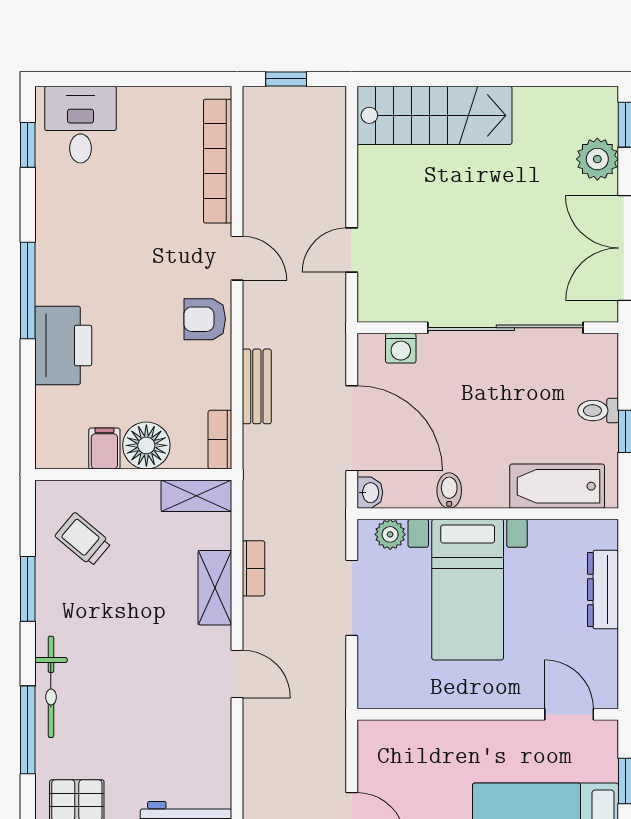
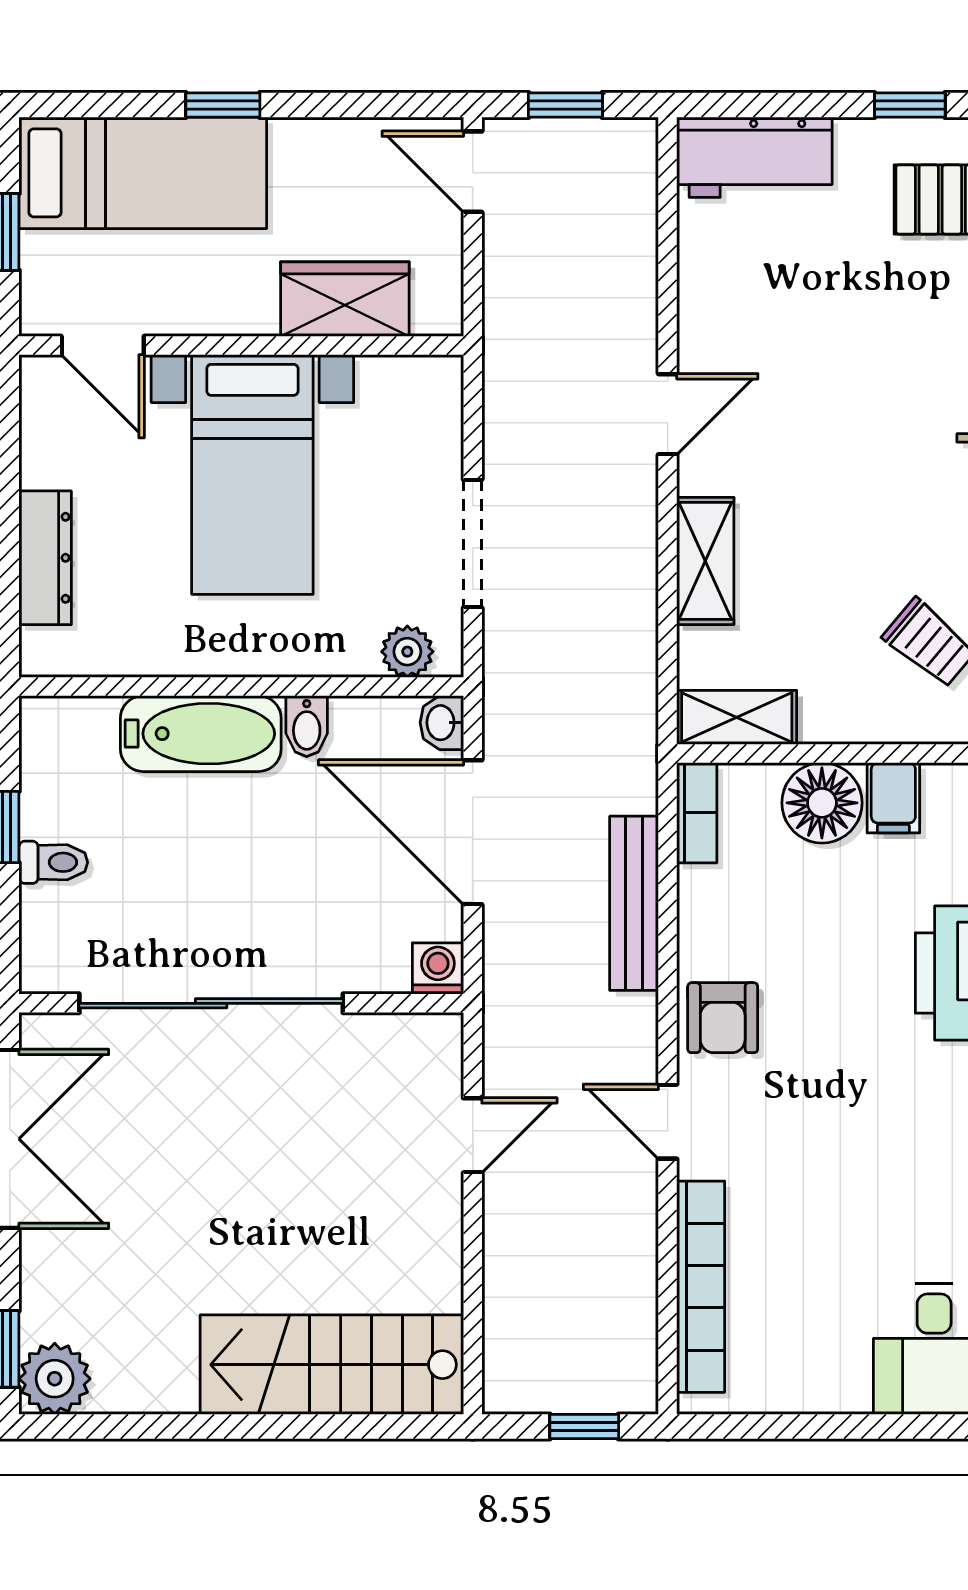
plant: (597, 159) -> (55, 1379), moved
armchair: (205, 319) -> (723, 1018), turned 90
washing machine: (401, 348) -> (438, 968), moved
bench: (257, 386) -> (634, 903), width x1.36
bathtub: (557, 486) -> (201, 734), moved
bookcase: (254, 568) -> (640, 594), removed
bed with nightstands: (468, 590) -> (252, 474), moved, turned 180
door: (237, 674) -> (668, 414), swing flipped
wardrobe: (427, 742) -> (345, 299), added

